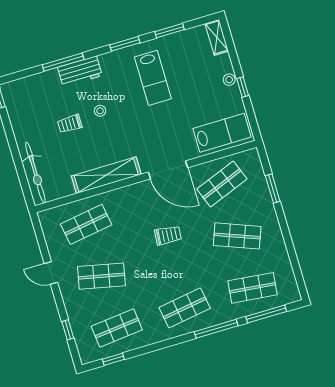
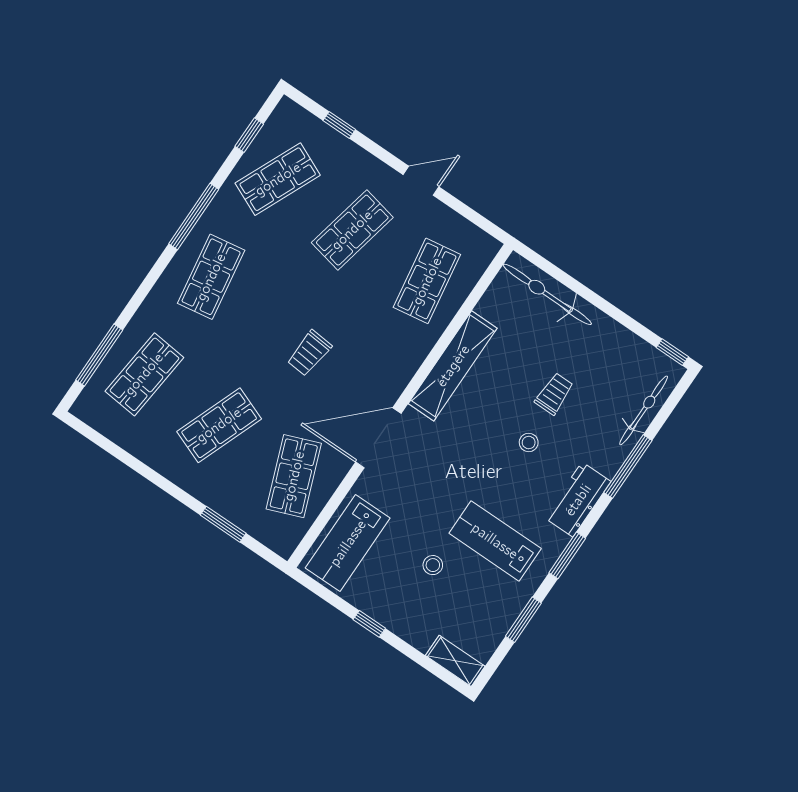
workbench: (80, 72) -> (578, 500), moved
stool: (229, 80) -> (433, 565), moved
bicycle: (35, 82) -> (644, 410), added
shop shelf: (117, 328) -> (278, 179), turned 30
window: (216, 329) -> (194, 216), moved

